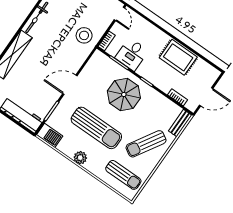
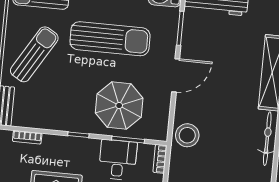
stool: (84, 35) -> (187, 135), moved
parasol: (124, 94) -> (119, 105), moved
sun lounger: (96, 128) -> (110, 39), turned 180

